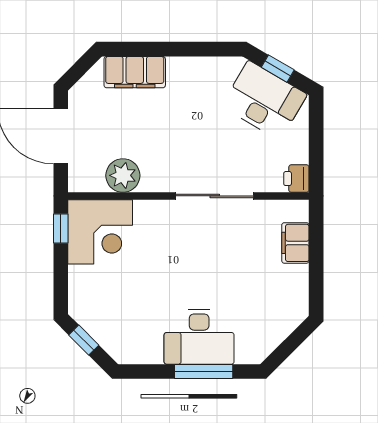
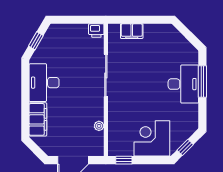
desk: (264, 100) -> (44, 83), moved, turned -30
plant: (123, 175) -> (99, 126), width x0.53, depth x0.53
corner desk: (100, 232) -> (152, 138), moved, turned -90

